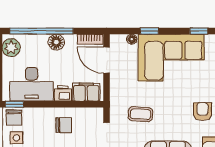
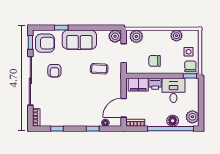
floor lamp: (56, 42) -> (173, 121), moved
corner sofa: (171, 58) -> (77, 109), removed
door: (107, 60) -> (124, 108), swing flipped
desk: (32, 84) -> (173, 90), width x0.73

